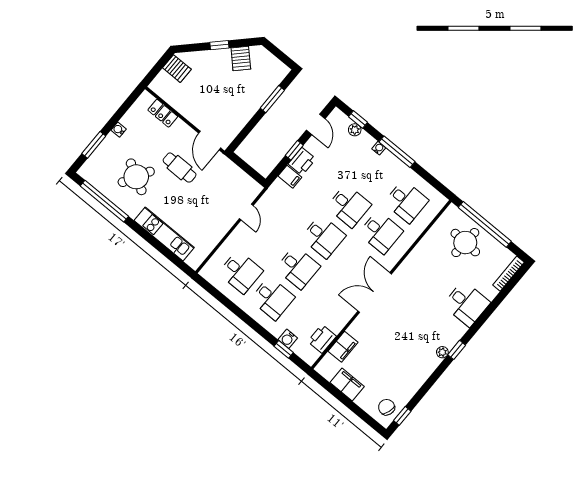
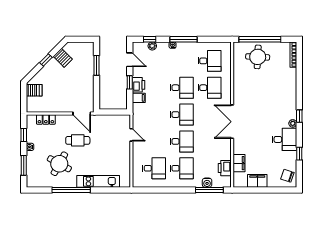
window: (123, 110) -> (24, 135), added
window: (104, 201) -> (71, 190), moved
desk: (466, 304) -> (284, 139), moved
window: (284, 349) -> (209, 190), width x2.17
window: (402, 416) -> (299, 154), moved

